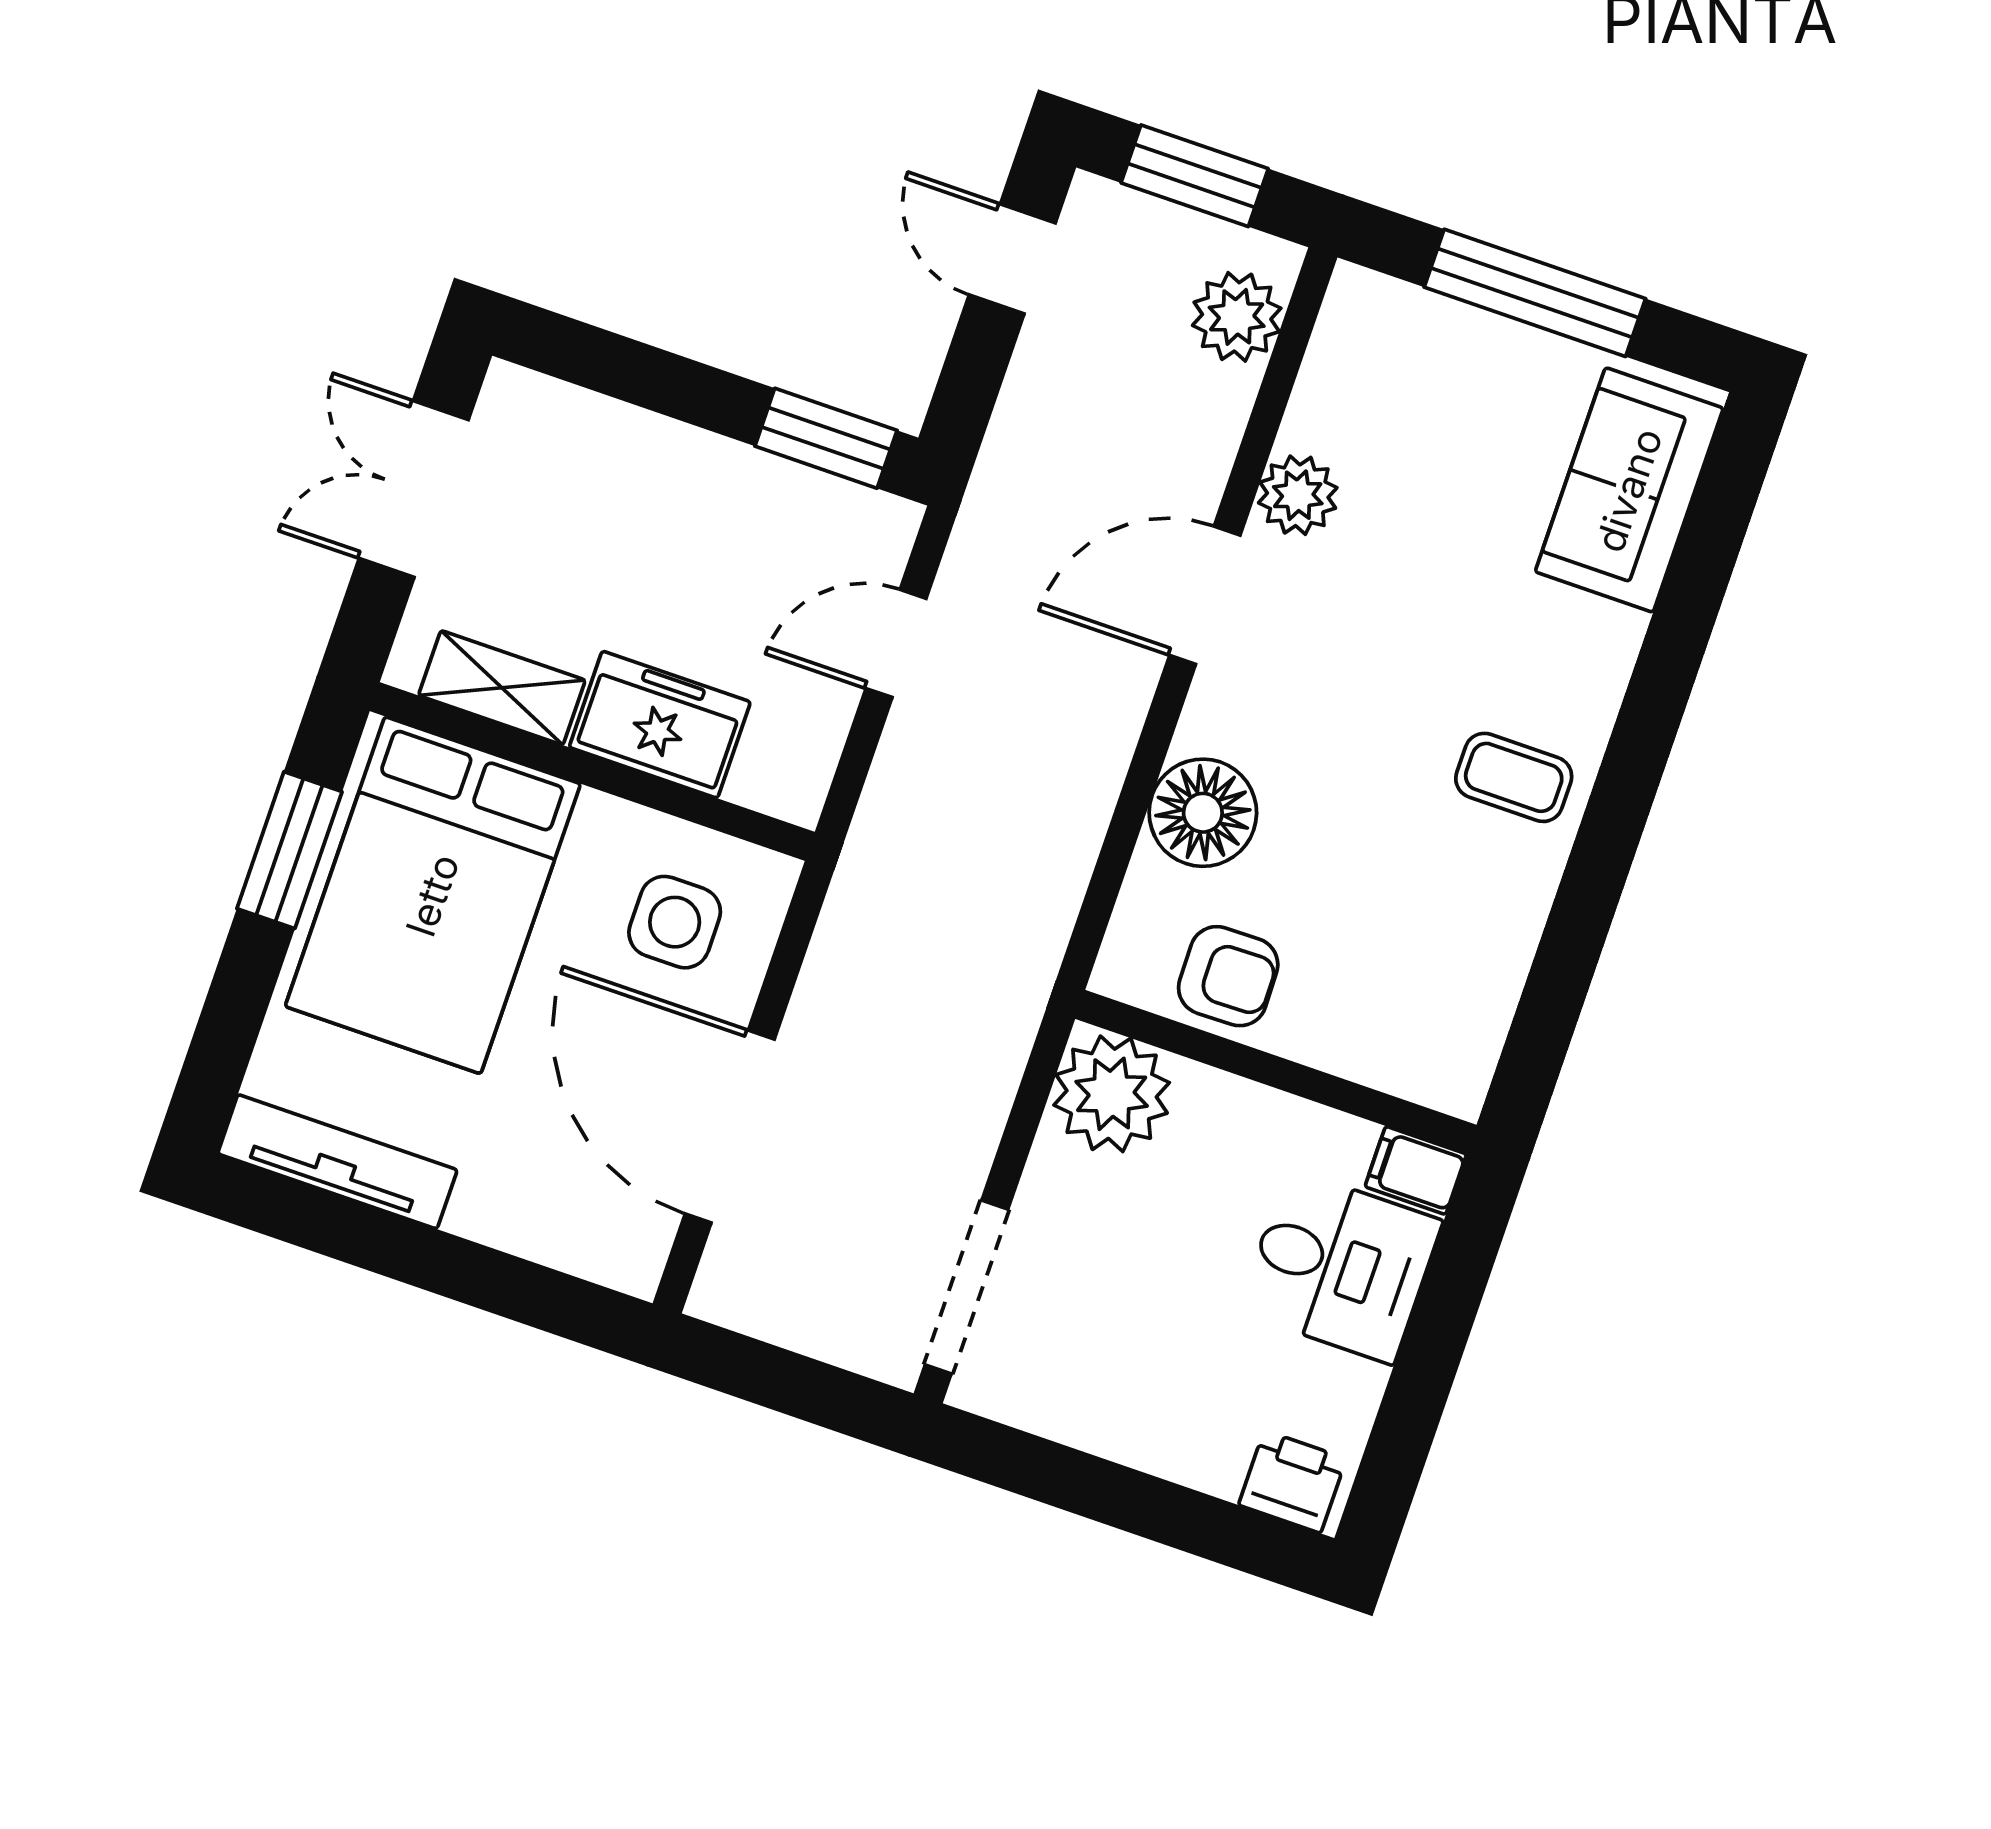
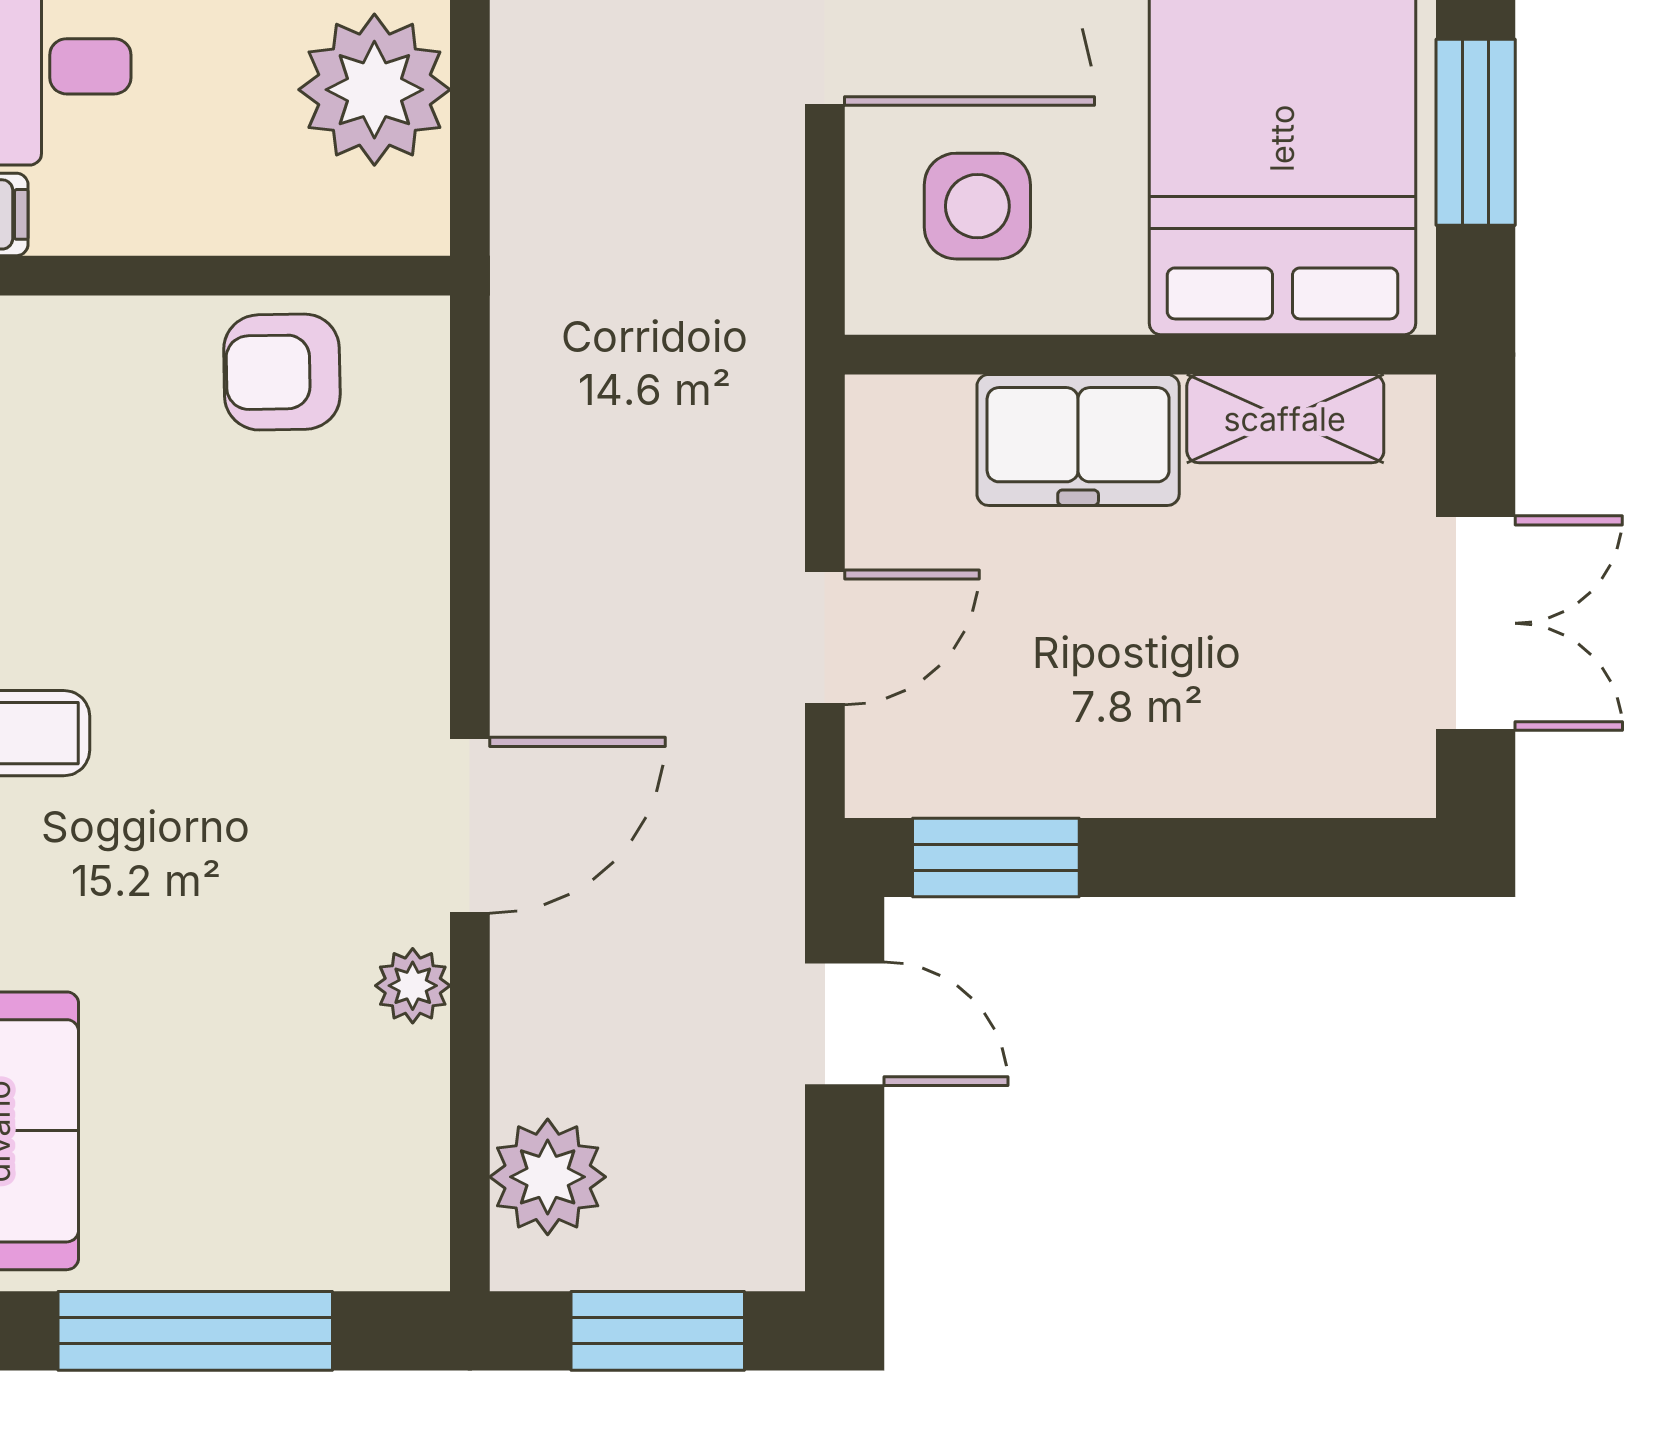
door: (1012, 259) -> (845, 1024), moved
plant: (1298, 495) -> (413, 986), width x0.73, depth x0.73
floor lamp: (1203, 813) -> (381, 560), removed
plant: (1112, 1094) -> (374, 90), moved

